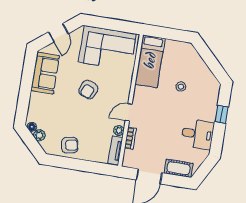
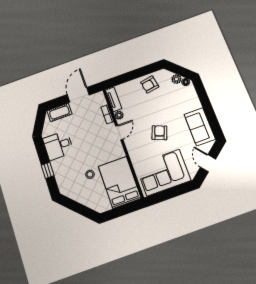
bed: (150, 61) -> (120, 182), width x1.50

